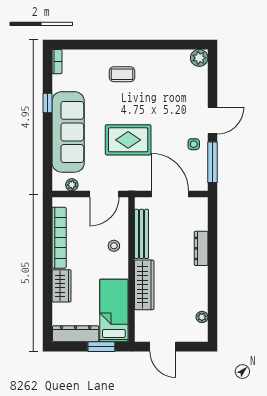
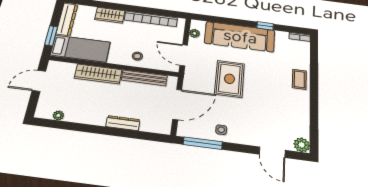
coffee table: (122, 74) -> (299, 79), moved
door: (212, 120) -> (272, 152), moved

